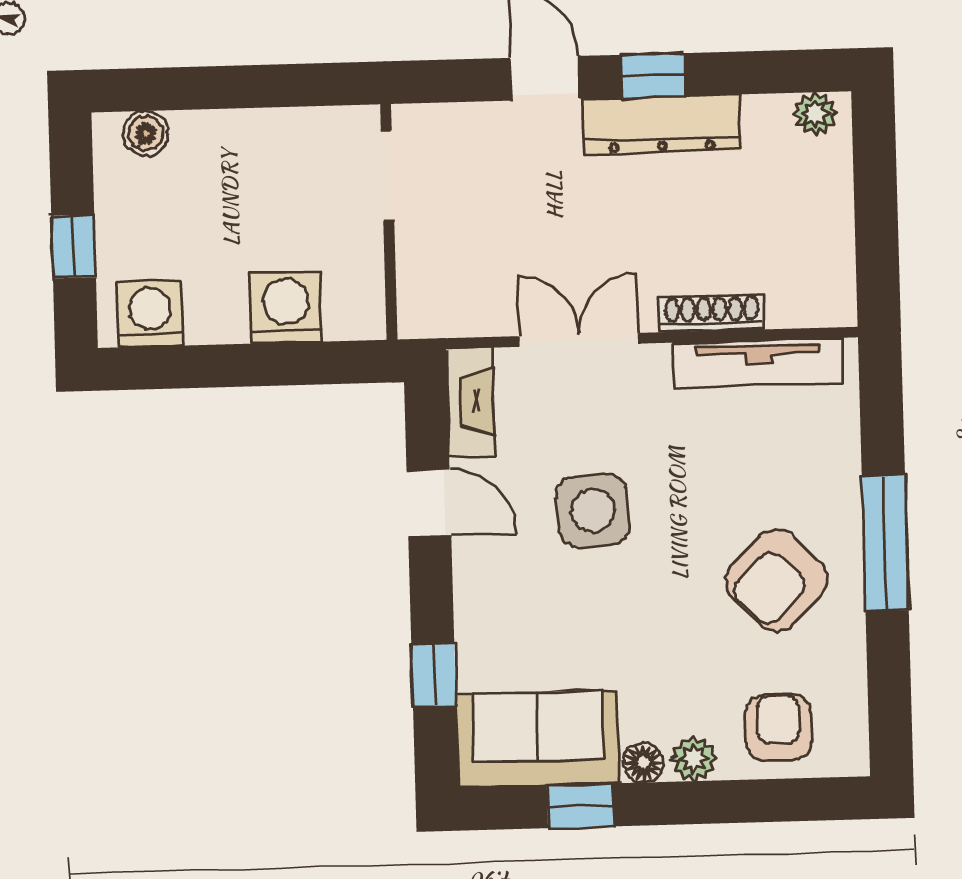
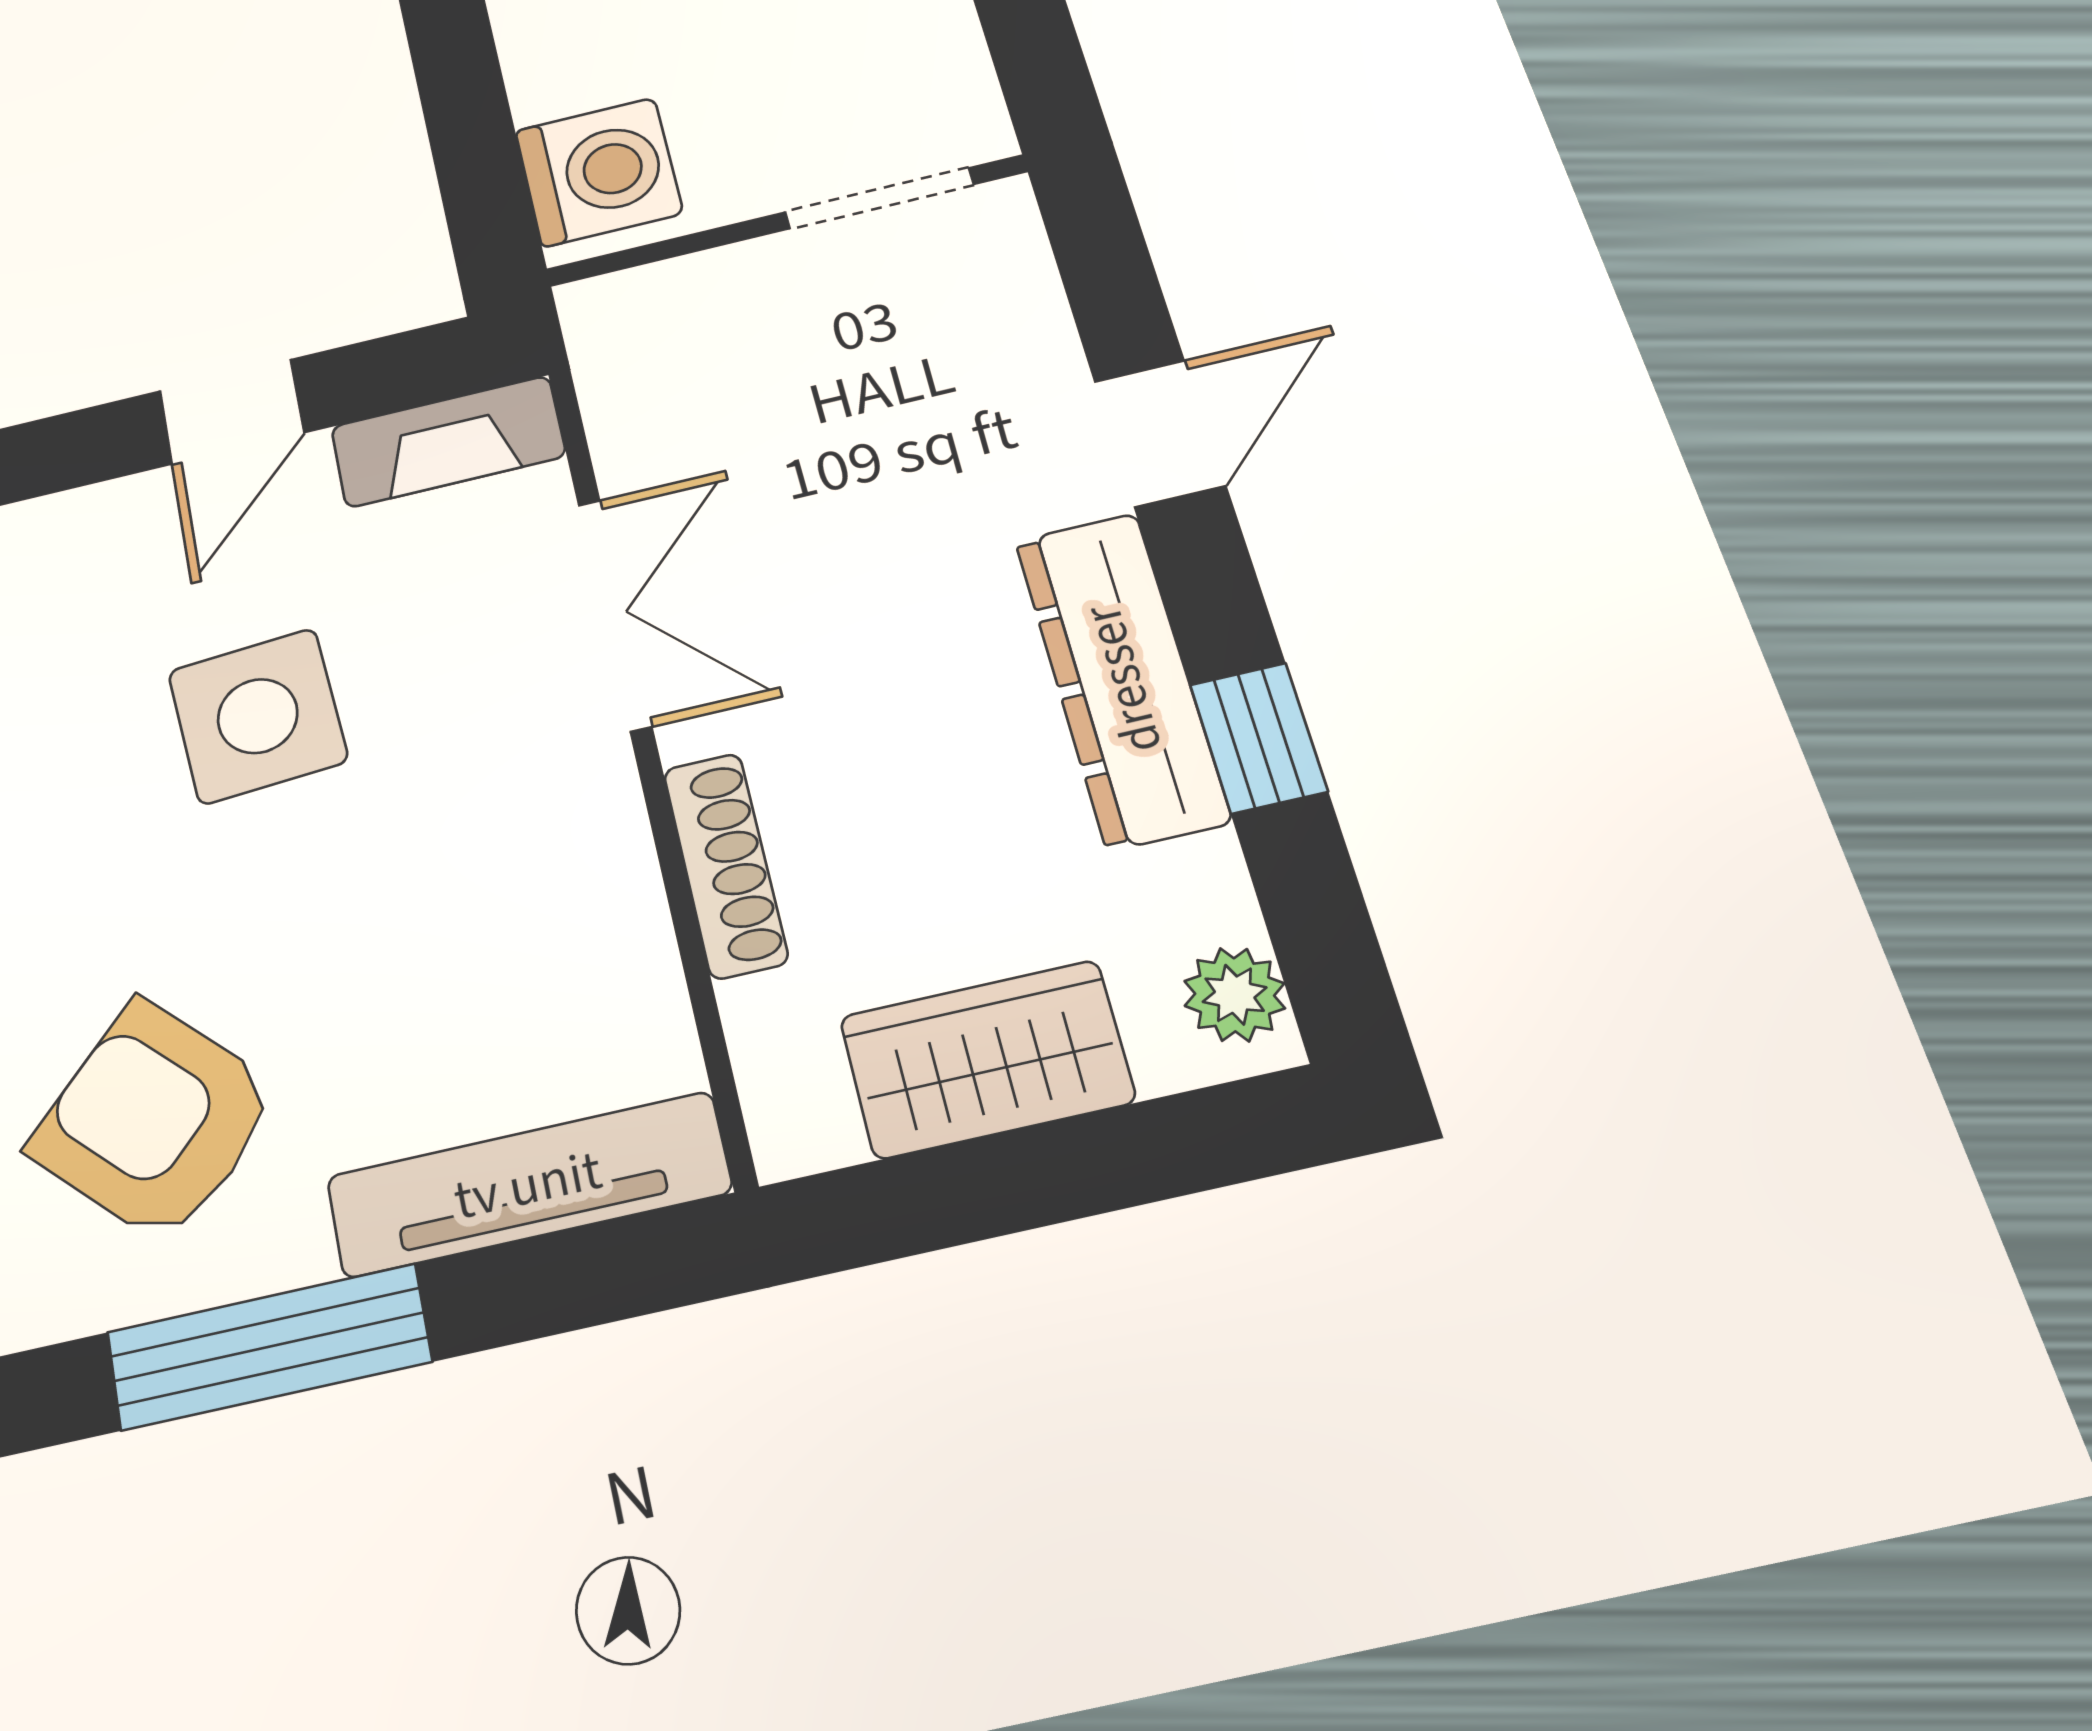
window: (654, 75) -> (1258, 738), moved
wardrobe: (822, 221) -> (987, 1059), added
washing machine: (286, 307) -> (599, 172), moved
tv unit: (758, 363) -> (528, 1185), moved, turned 90

